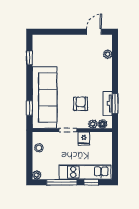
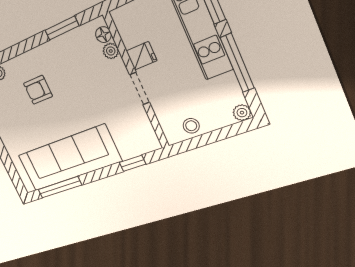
window: (29, 58) -> (60, 187), width x2.17
sofa: (45, 98) -> (69, 158), moved
tv unit: (108, 103) -> (67, 41), removed
armchair: (81, 104) -> (38, 90), moved

